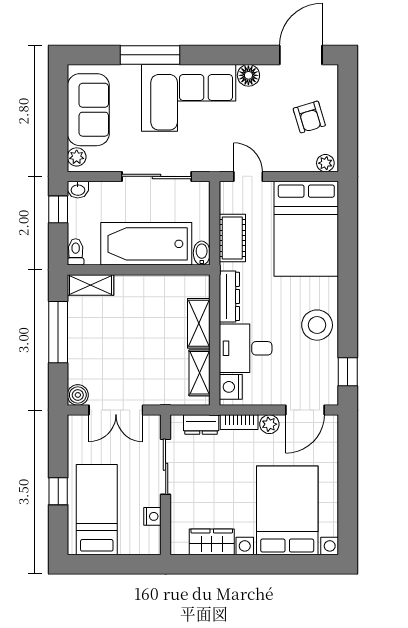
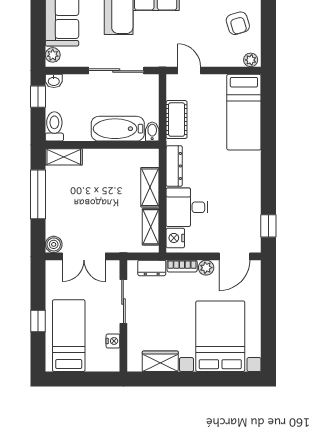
bed: (306, 229) -> (244, 112), width x0.67
bathtub: (146, 244) -> (118, 129), width x0.73, depth x0.73
toilet: (76, 252) -> (54, 126), width x1.37, depth x1.39
stool: (317, 325) -> (244, 189), removed

